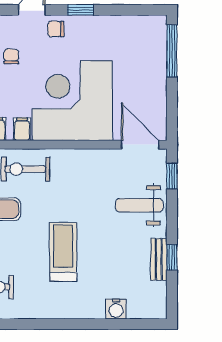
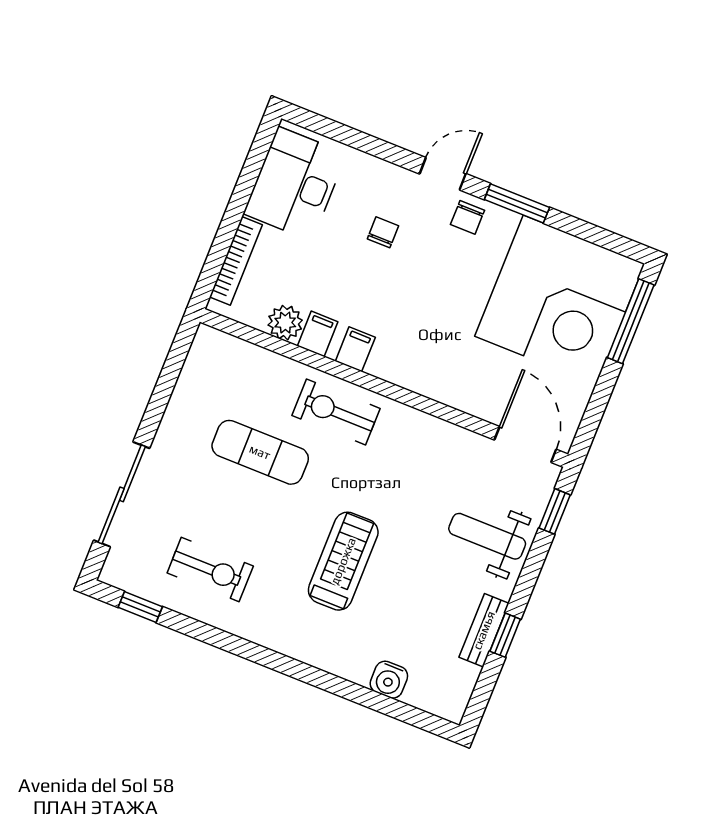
window: (81, 10) -> (517, 203), width x1.50
chair: (56, 29) -> (467, 217), turned -90
corner desk: (72, 101) -> (560, 300), moved, turned 180

